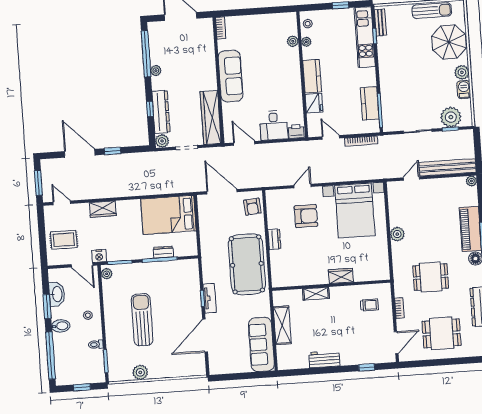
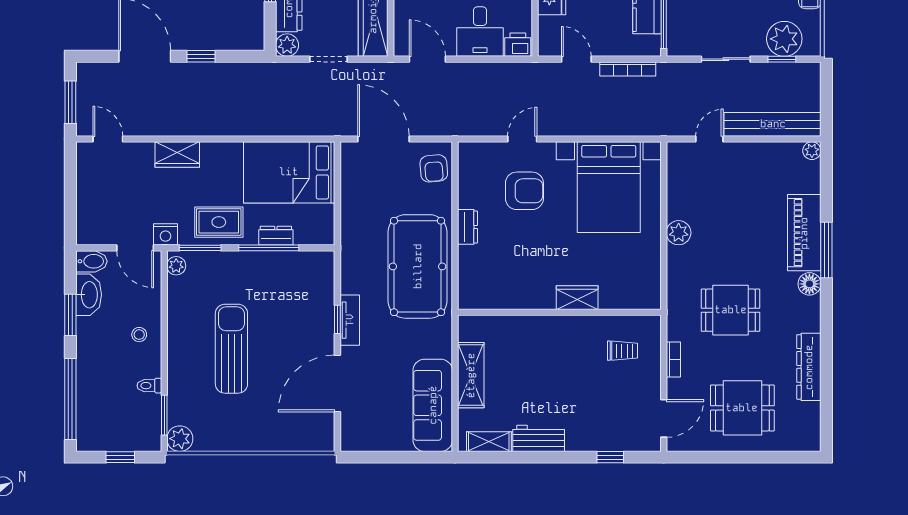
rug: (64, 240) -> (219, 222), moved
shelving: (316, 294) -> (489, 442), moved
bidet: (61, 326) -> (91, 261), moved
plant: (140, 372) -> (180, 439), moved

